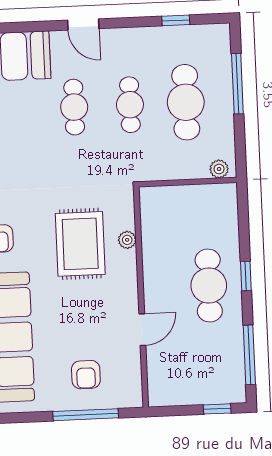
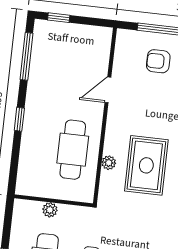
plant: (219, 169) -> (50, 210), moved
cafe table: (209, 286) -> (73, 150), moved
armchair: (86, 375) -> (158, 61), turned -90

